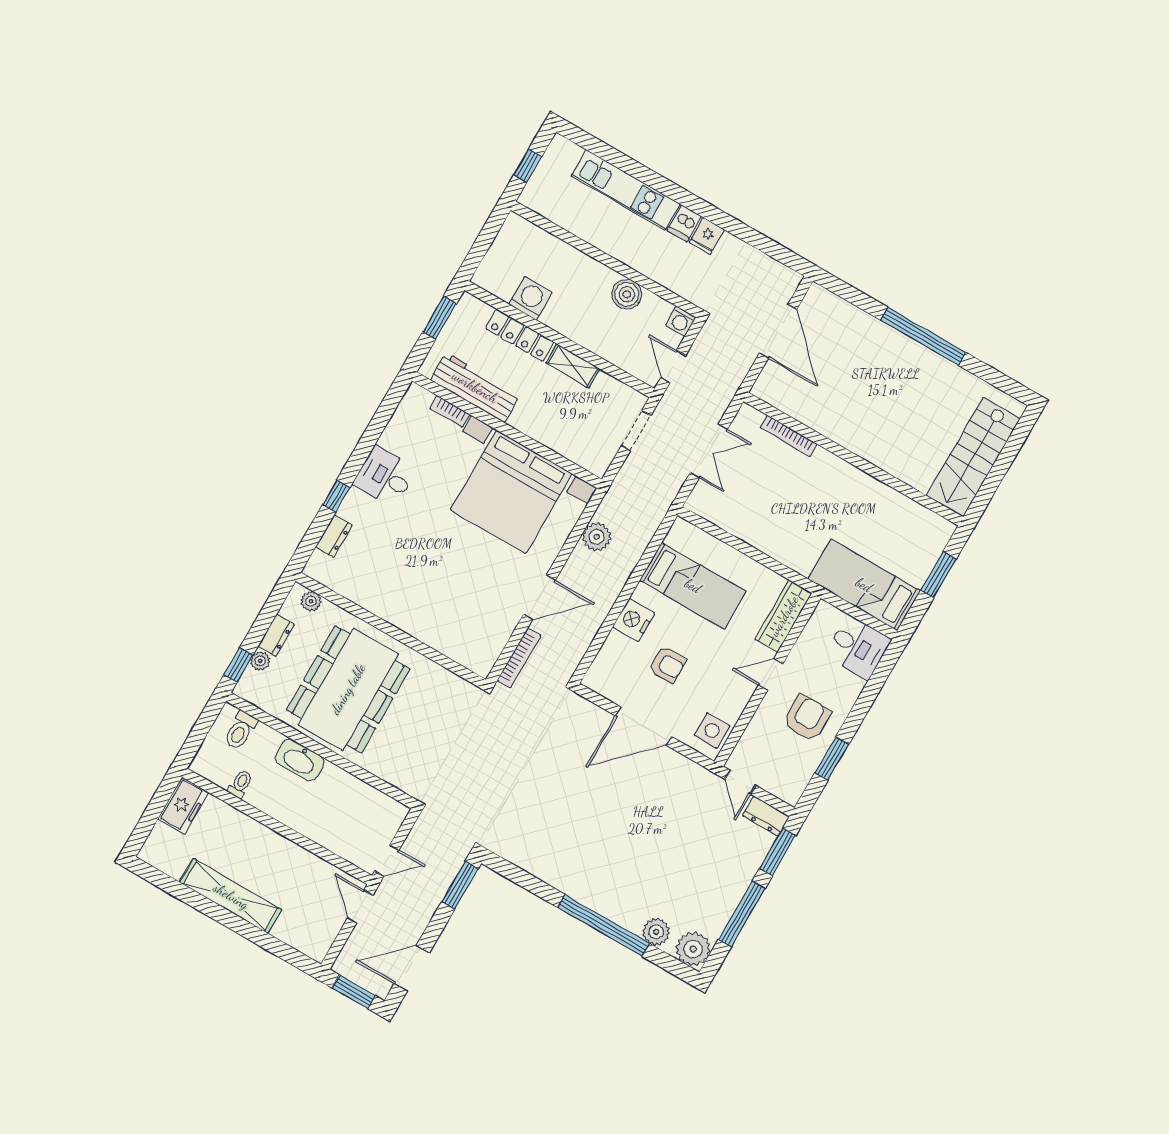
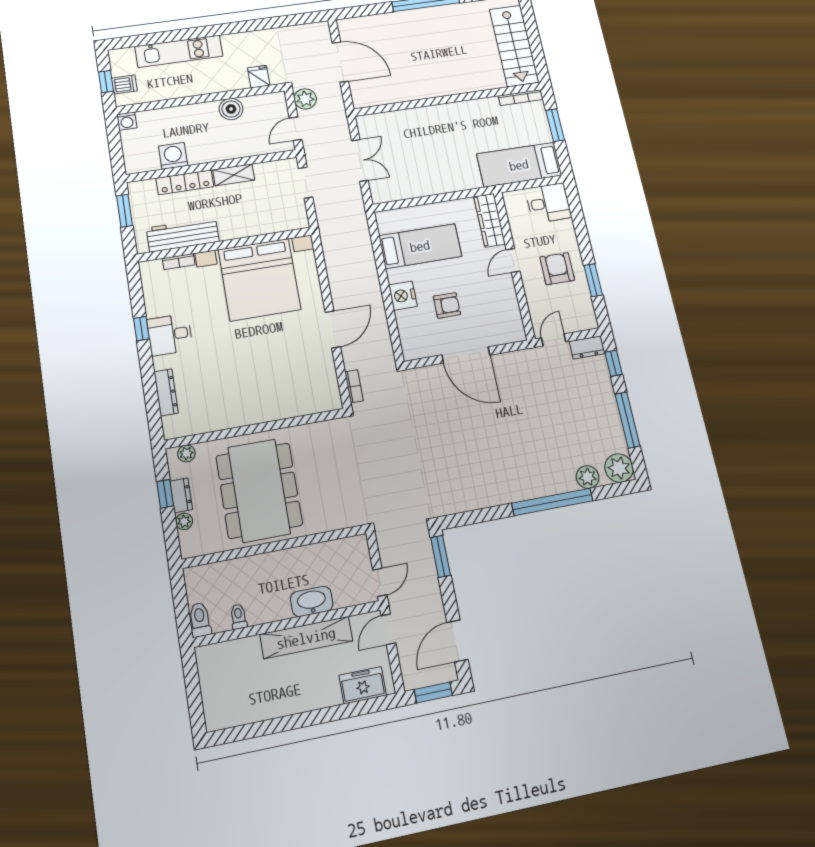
dishwasher: (684, 223) -> (124, 84), moved, turned -90
fridge: (707, 236) -> (259, 77), moved, turned 180
washing machine: (681, 321) -> (127, 121), moved
door: (673, 367) -> (296, 129), hinge flipped
bookcase: (789, 436) -> (521, 98), moved
window: (336, 496) -> (141, 329), moved
dresser: (334, 536) -> (166, 392), width x1.44
plant: (597, 537) -> (305, 99), moved
bookcase: (519, 658) -> (354, 386), width x0.64
window: (238, 665) -> (165, 494), moved
door: (644, 726) -> (466, 355), hinge flipped
toilet: (240, 730) -> (200, 620), moved, turned 180
side table: (712, 731) -> (509, 323), removed
washbasin: (300, 760) -> (312, 601), moved, turned 180
door: (740, 782) -> (554, 340), swing flipped
freezer: (183, 806) -> (363, 685), moved, turned -90
window: (778, 852) -> (614, 363), width x0.67
shelving: (231, 896) -> (306, 638), moved
door: (360, 907) -> (388, 629), hinge flipped

